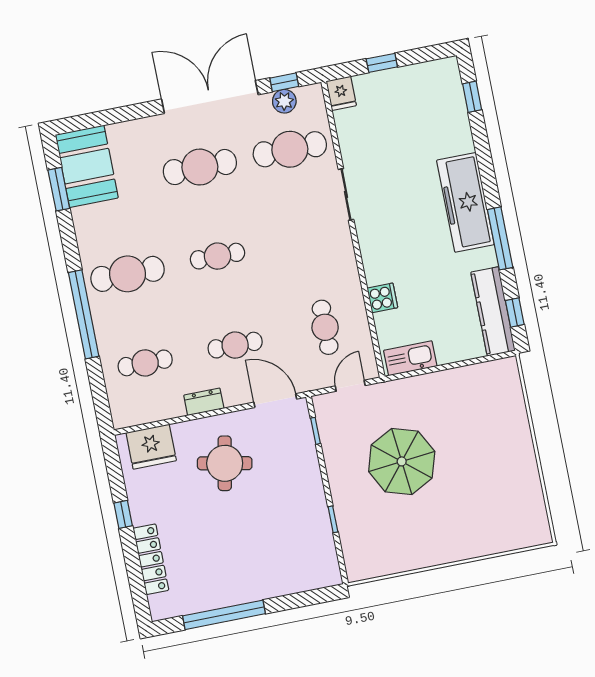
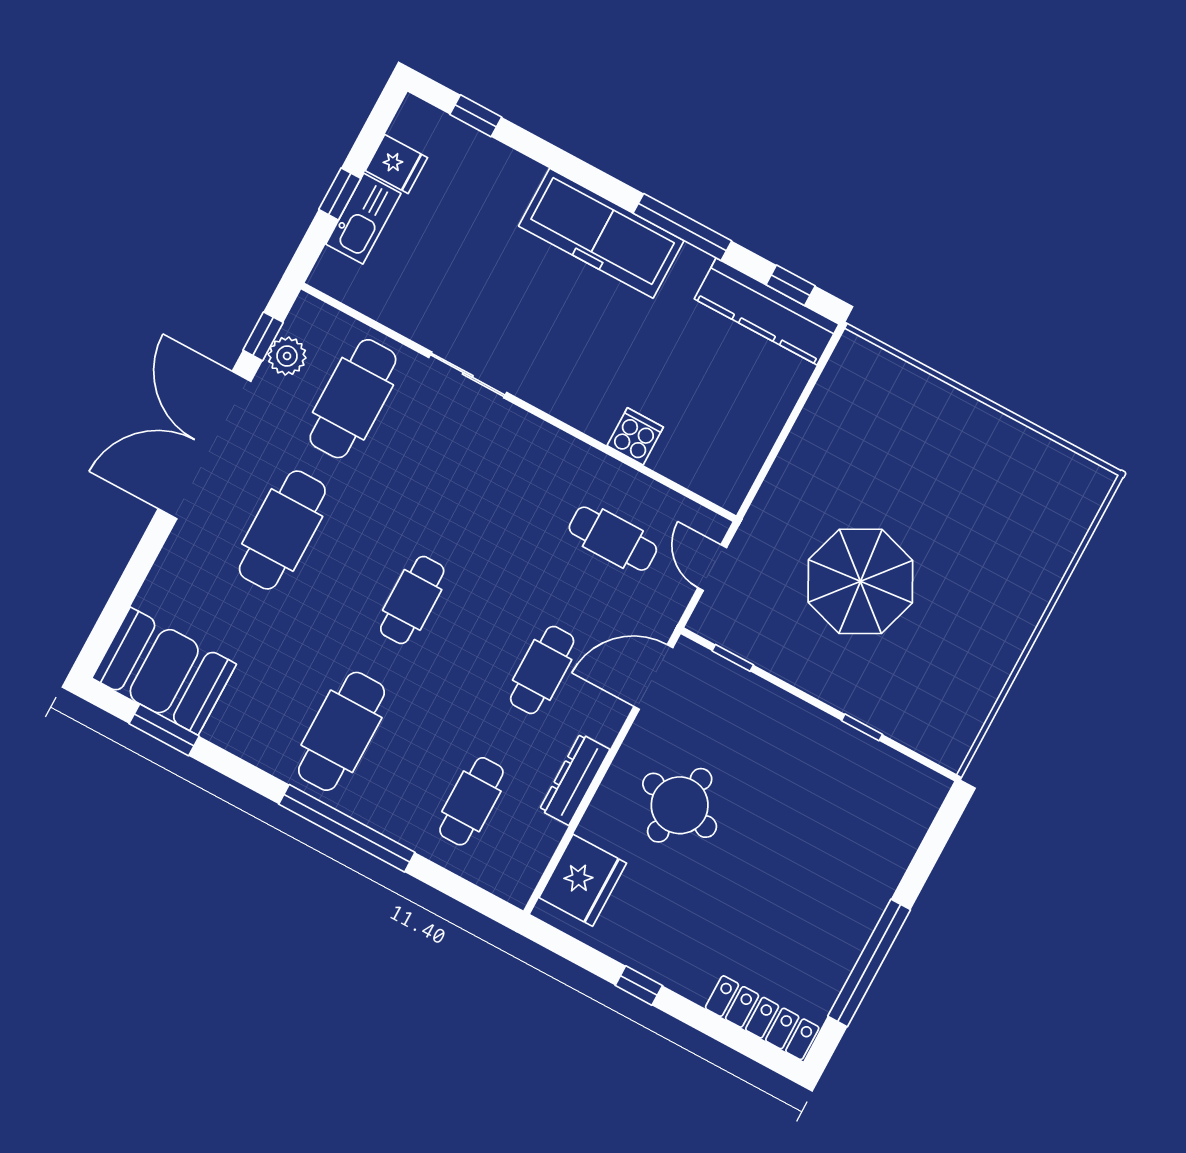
fridge: (341, 93) -> (396, 164), moved
kitchen sink: (410, 358) -> (363, 219), moved, turned 180
dresser: (204, 402) -> (575, 779), width x1.44
locker: (151, 559) -> (762, 1018), moved

